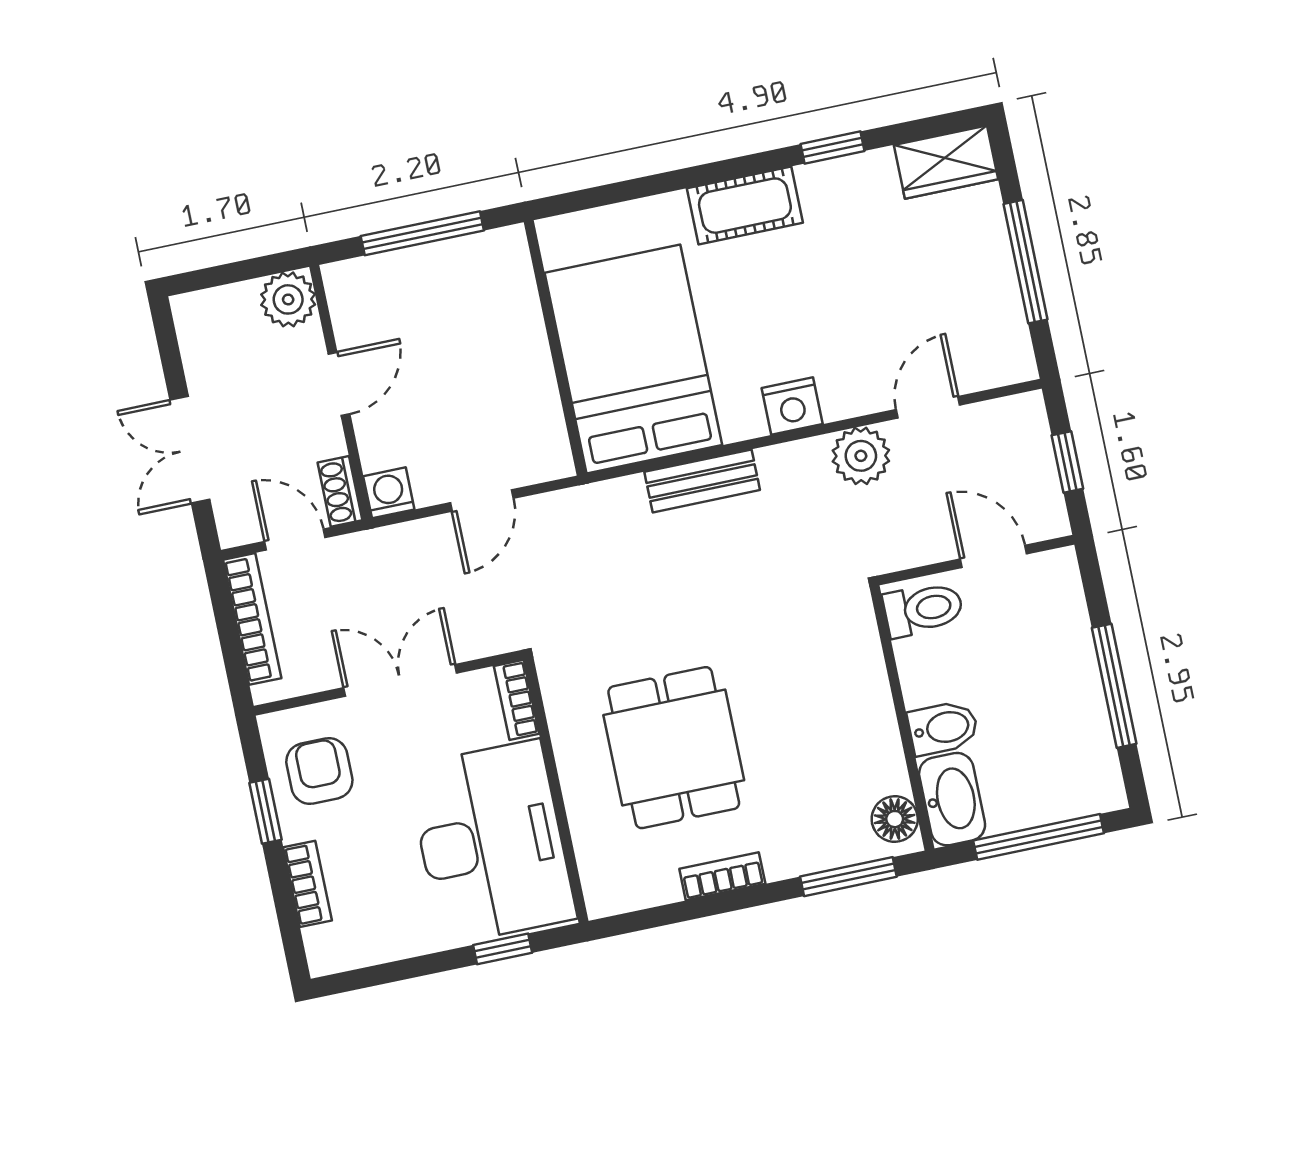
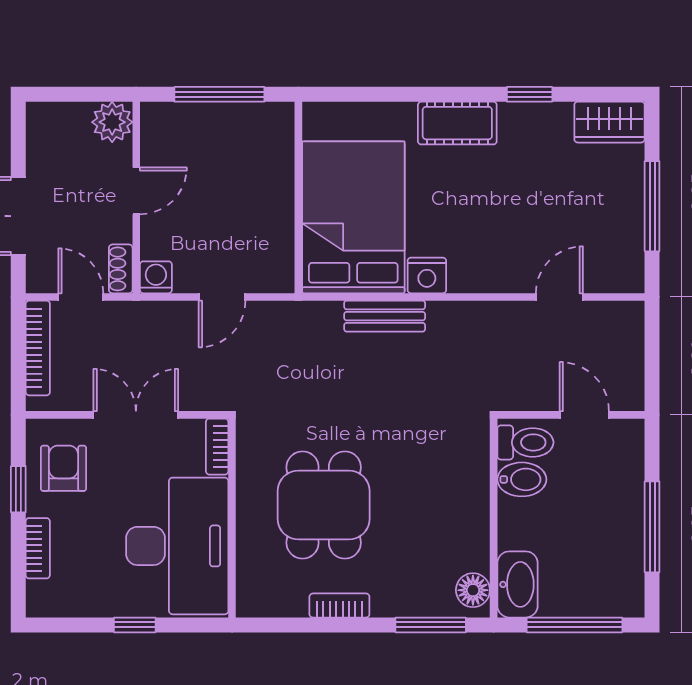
nightstand: (792, 406) -> (427, 275), moved
plant: (861, 456) -> (503, 322), removed
window: (1067, 462) -> (652, 358), removed
bidet: (943, 728) -> (522, 479), moved
window: (503, 949) -> (135, 625), moved

